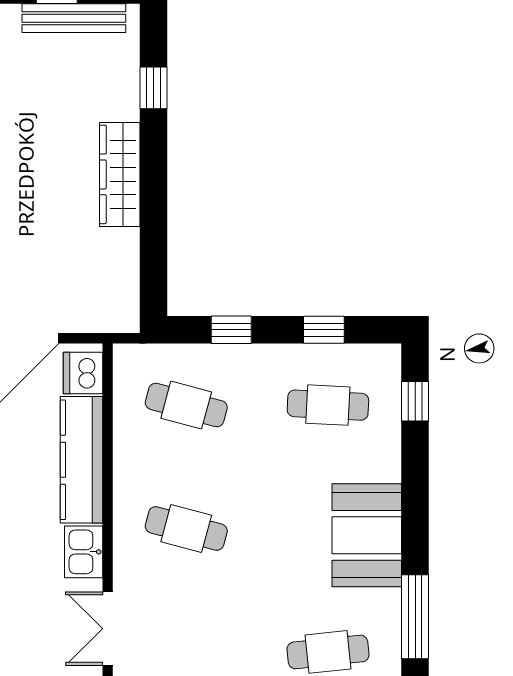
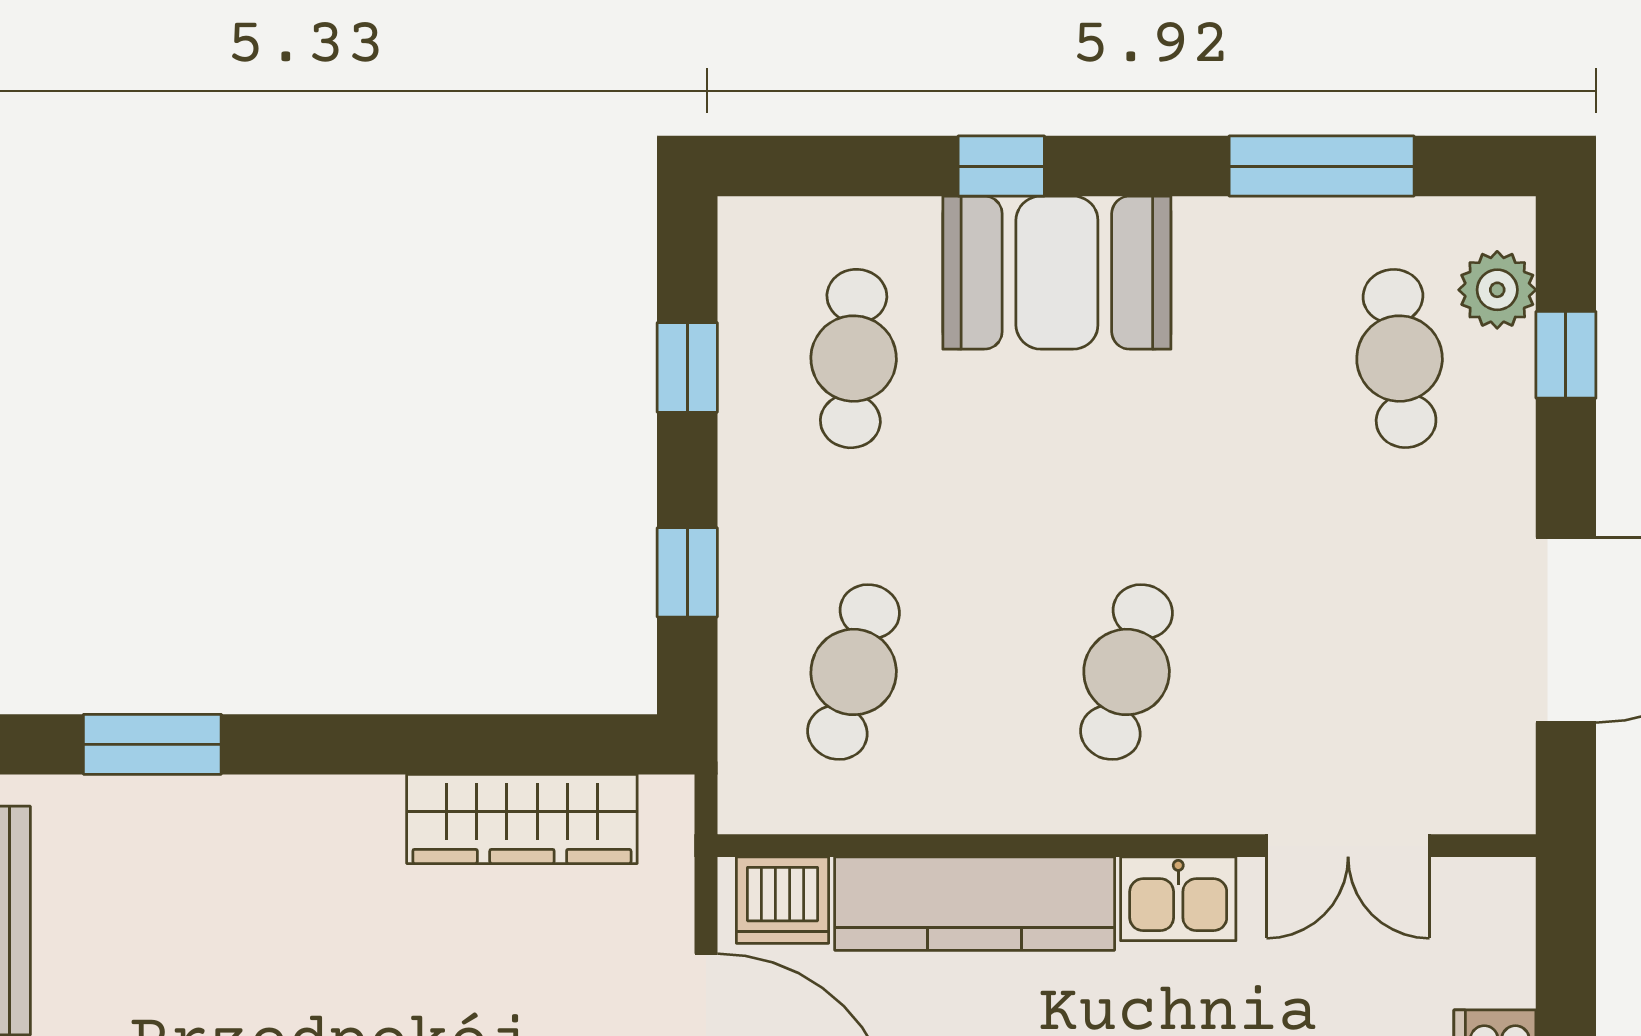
window: (153, 88) -> (152, 744), width x1.50
wardrobe: (120, 174) -> (522, 819), moved
window: (415, 401) -> (1001, 166), moved
booth: (367, 535) -> (1057, 273), moved

